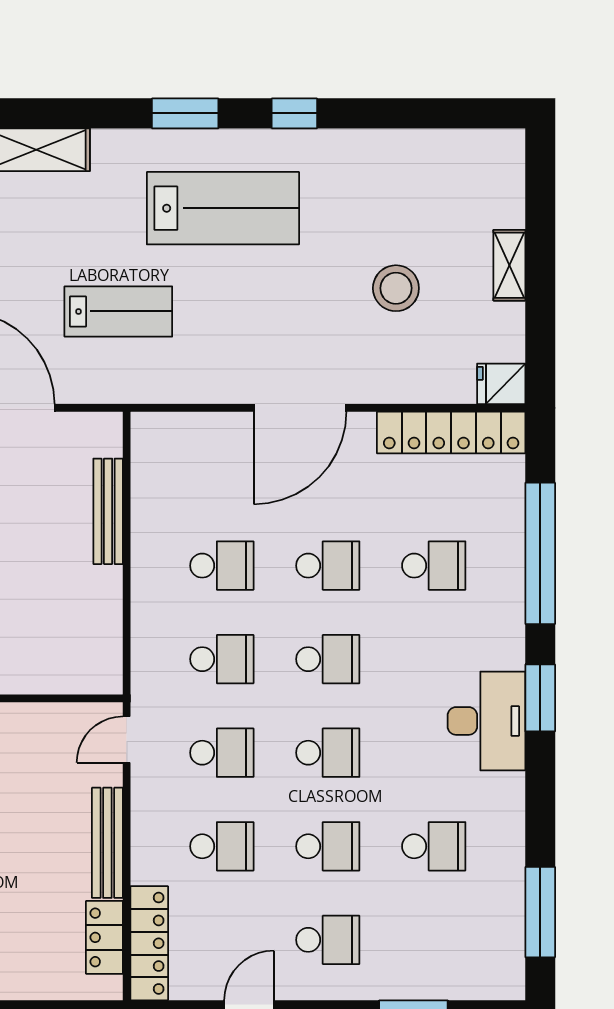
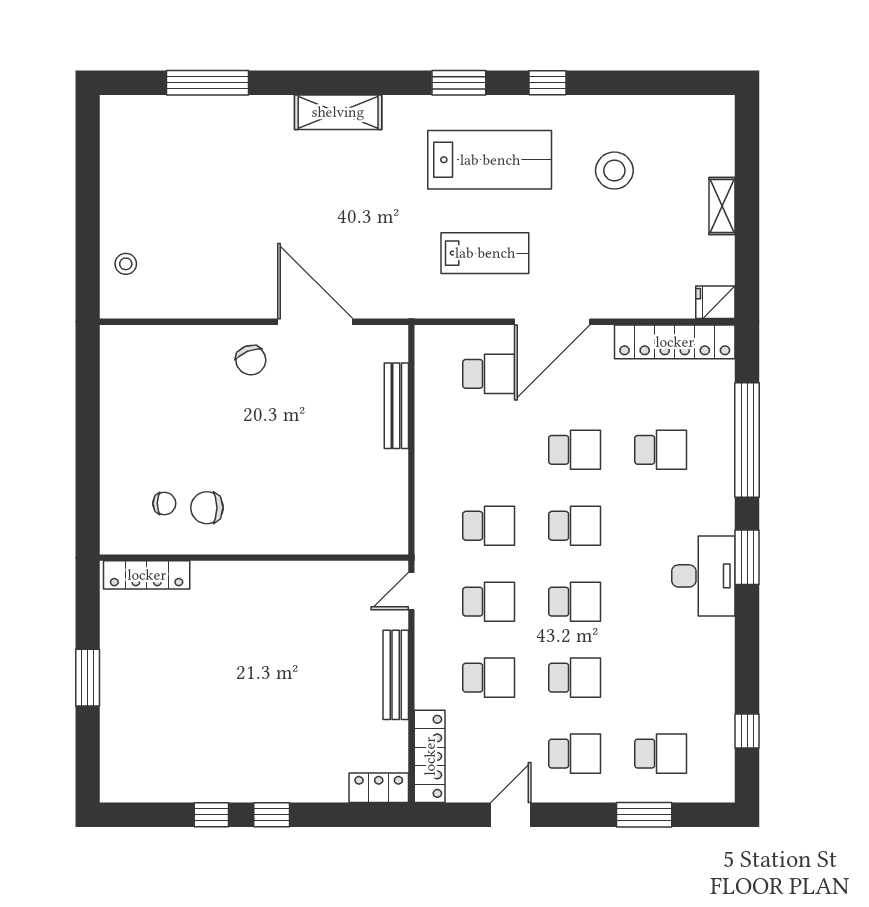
stool: (396, 288) -> (614, 171), moved
lab bench: (118, 311) -> (485, 253), moved
school desk: (222, 566) -> (489, 374), moved
school desk: (434, 846) -> (661, 754), moved
window: (540, 912) -> (747, 731), width x0.46
locker: (104, 937) -> (379, 788), moved, turned 90

